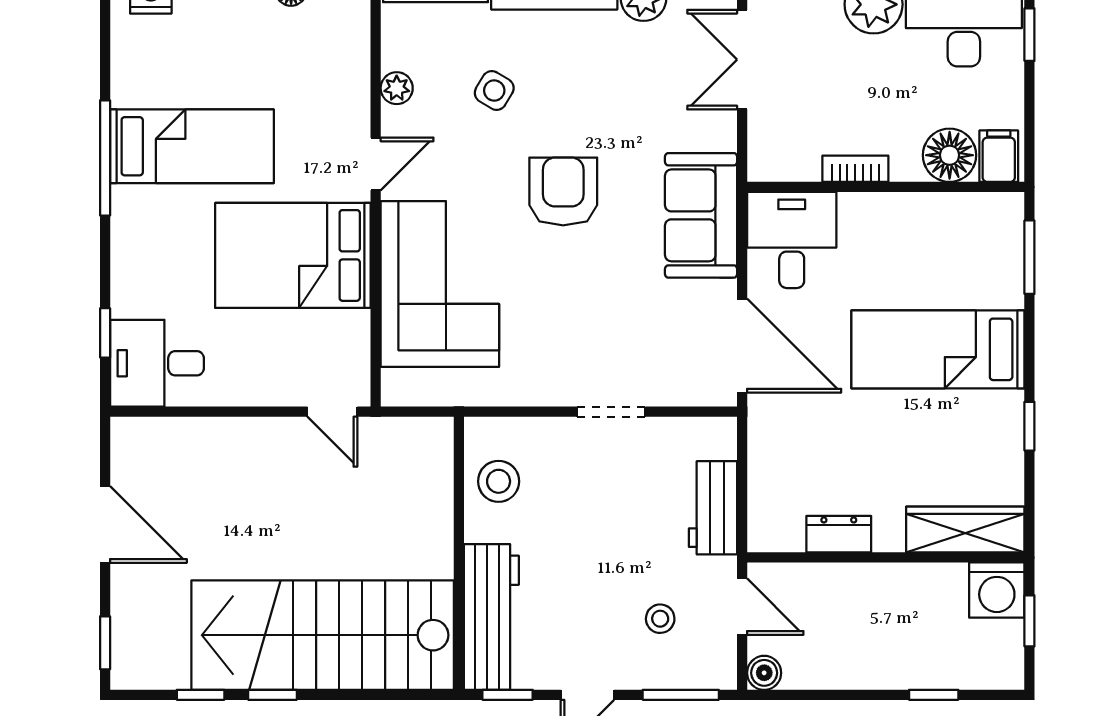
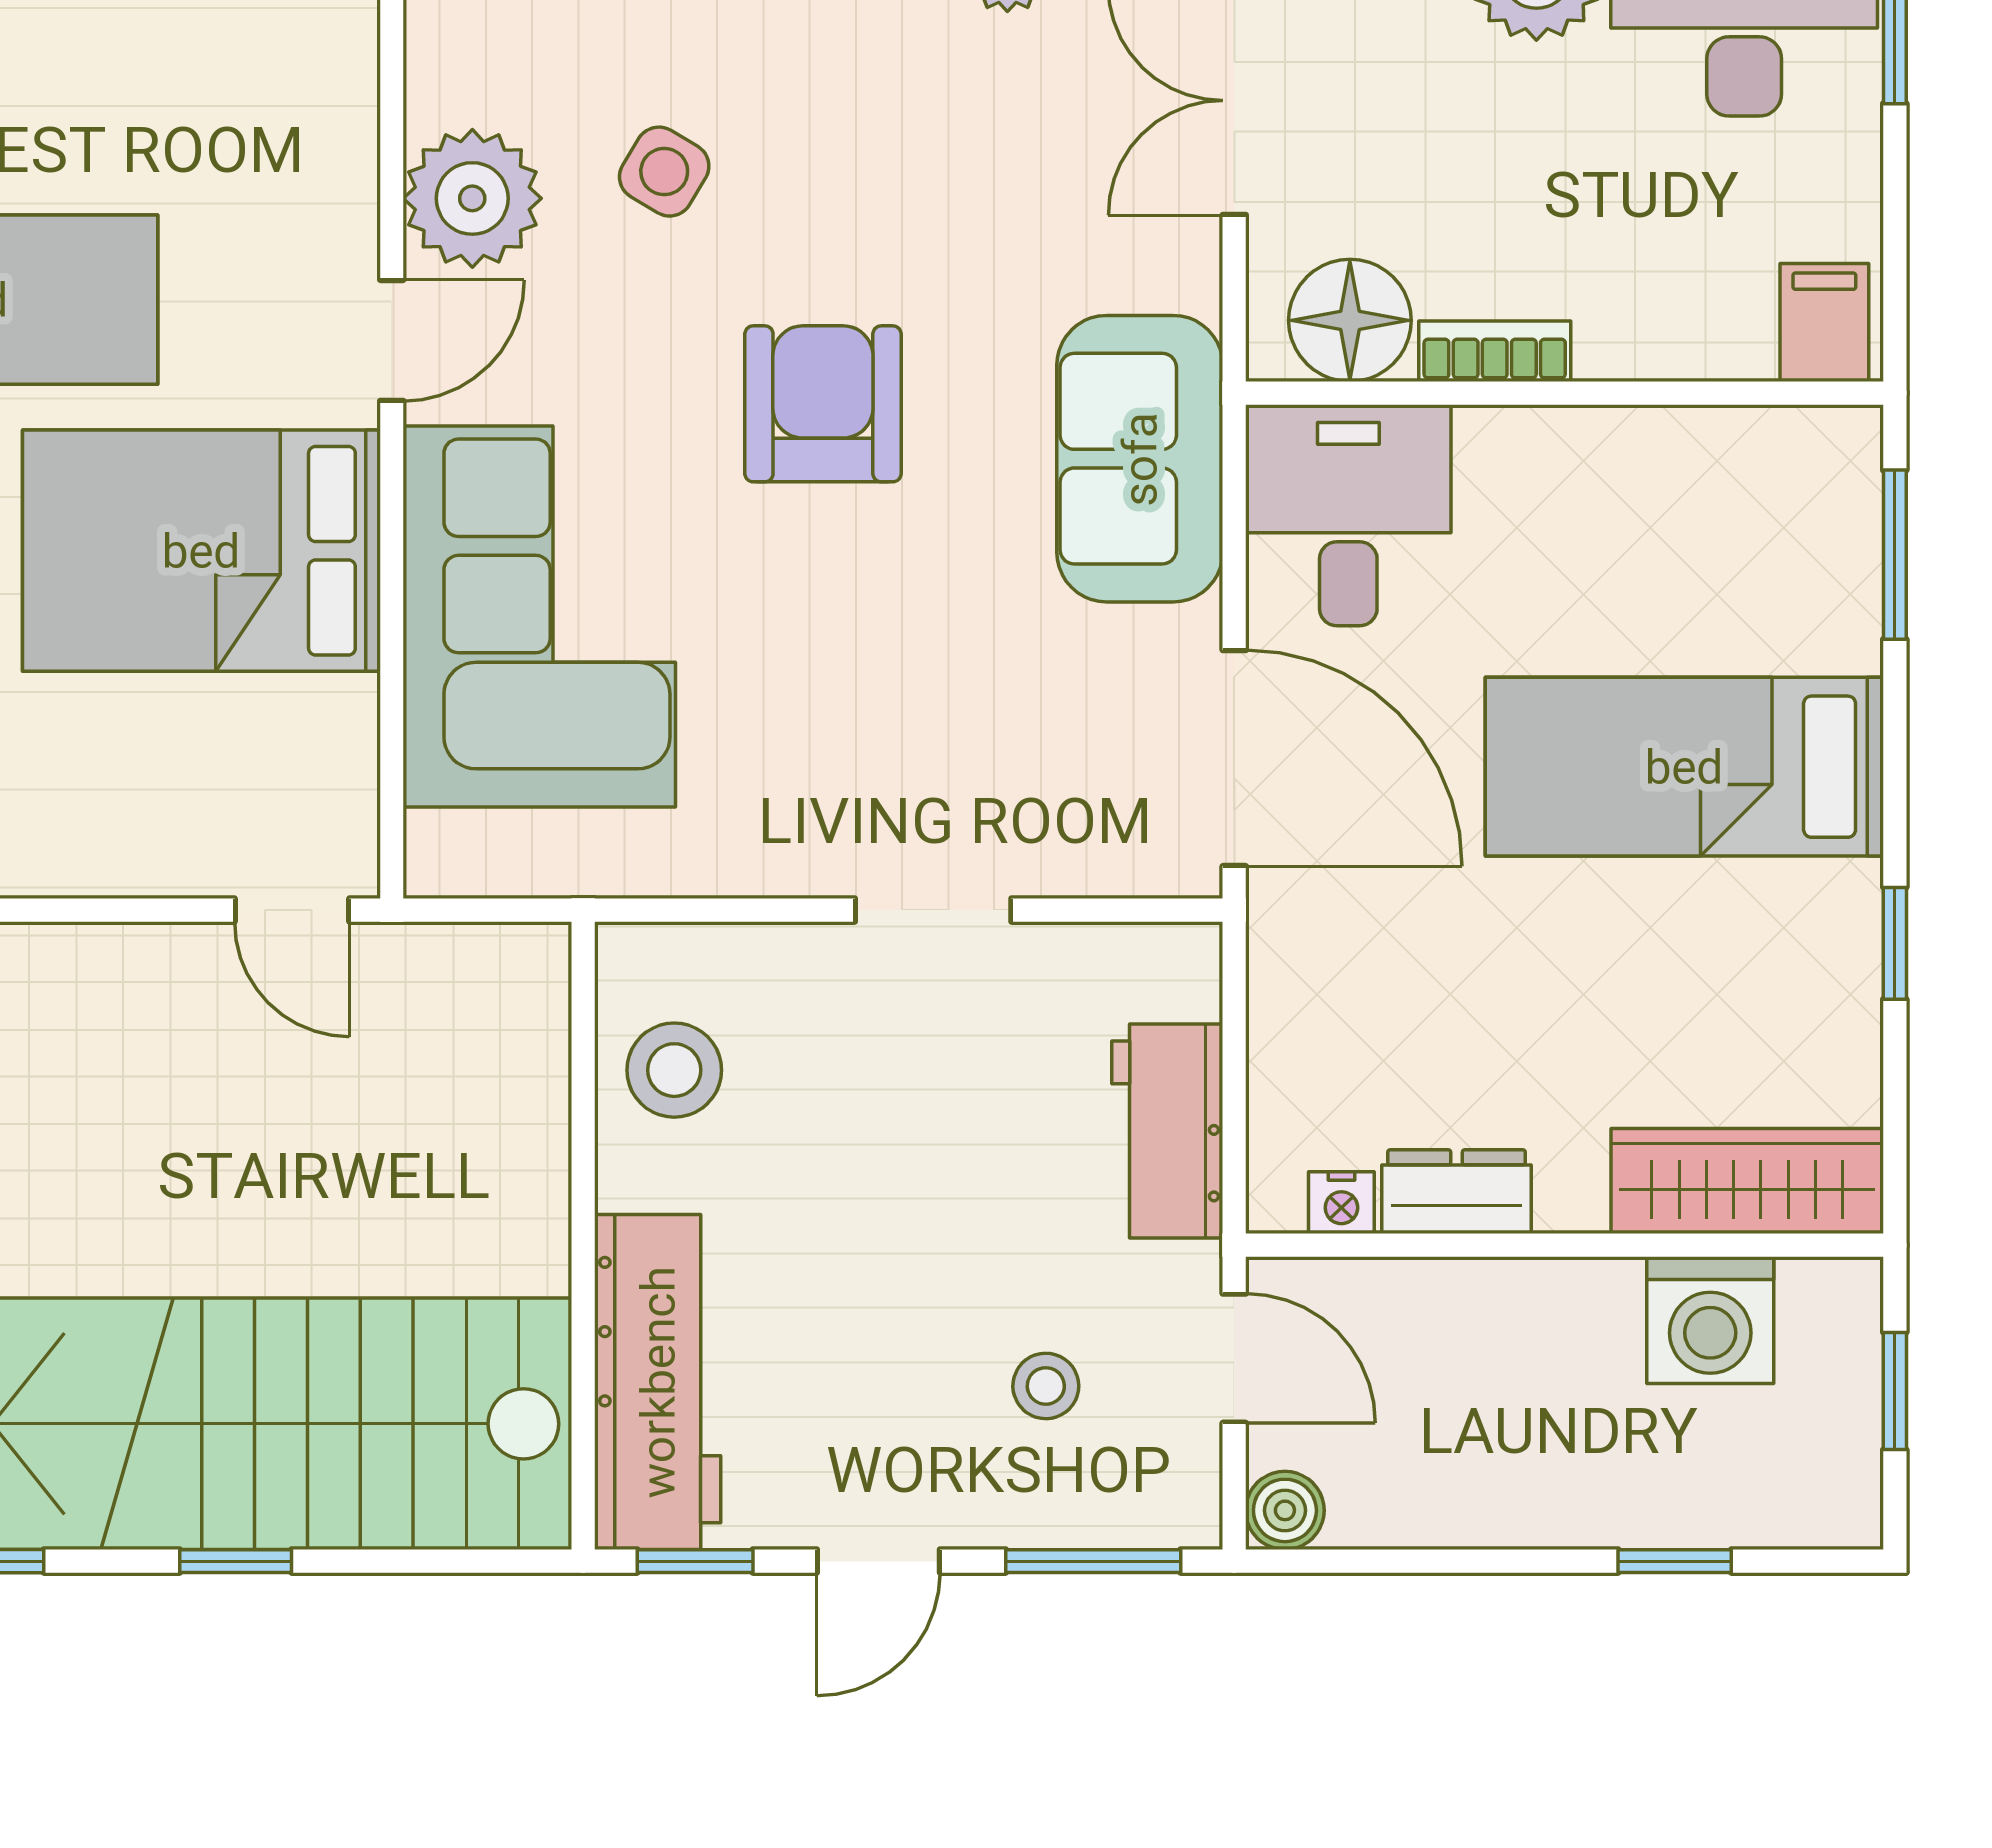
plant: (397, 88) -> (472, 198), width x1.87, depth x1.87
floor lamp: (950, 155) -> (1350, 320), moved
nightstand: (789, 539) -> (1341, 1203), added
washing machine: (997, 590) -> (1710, 1320), moved
window: (272, 695) -> (236, 1561), moved

